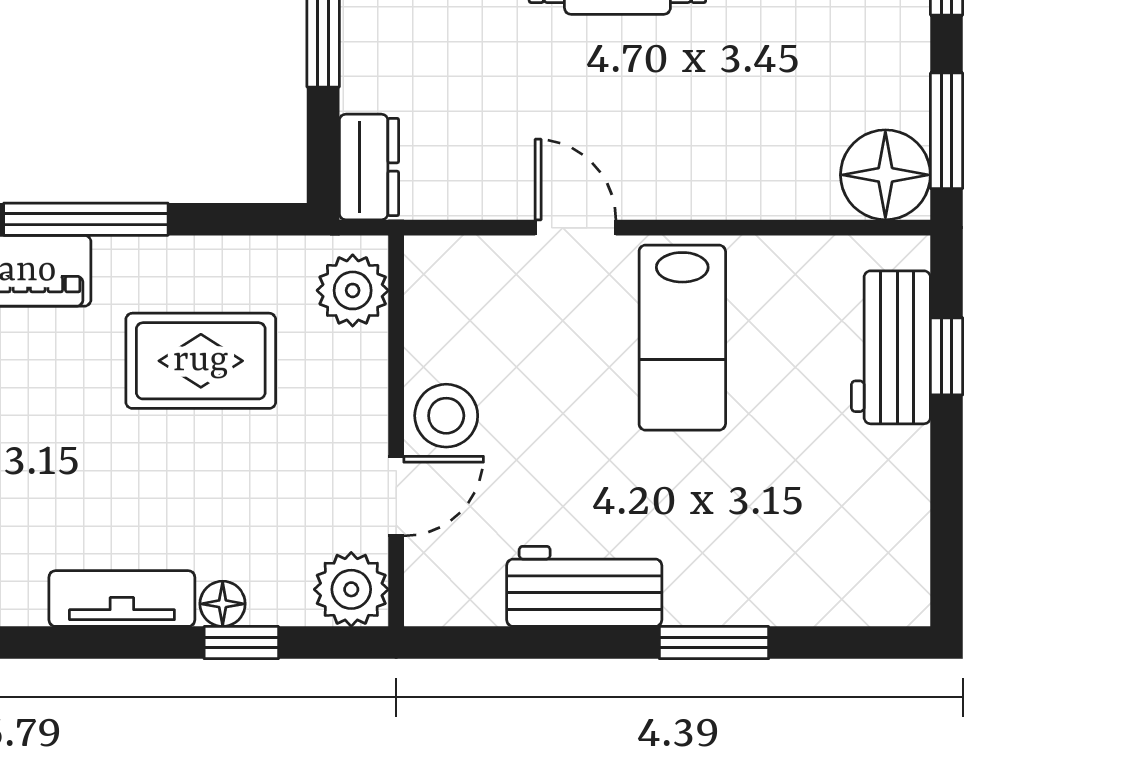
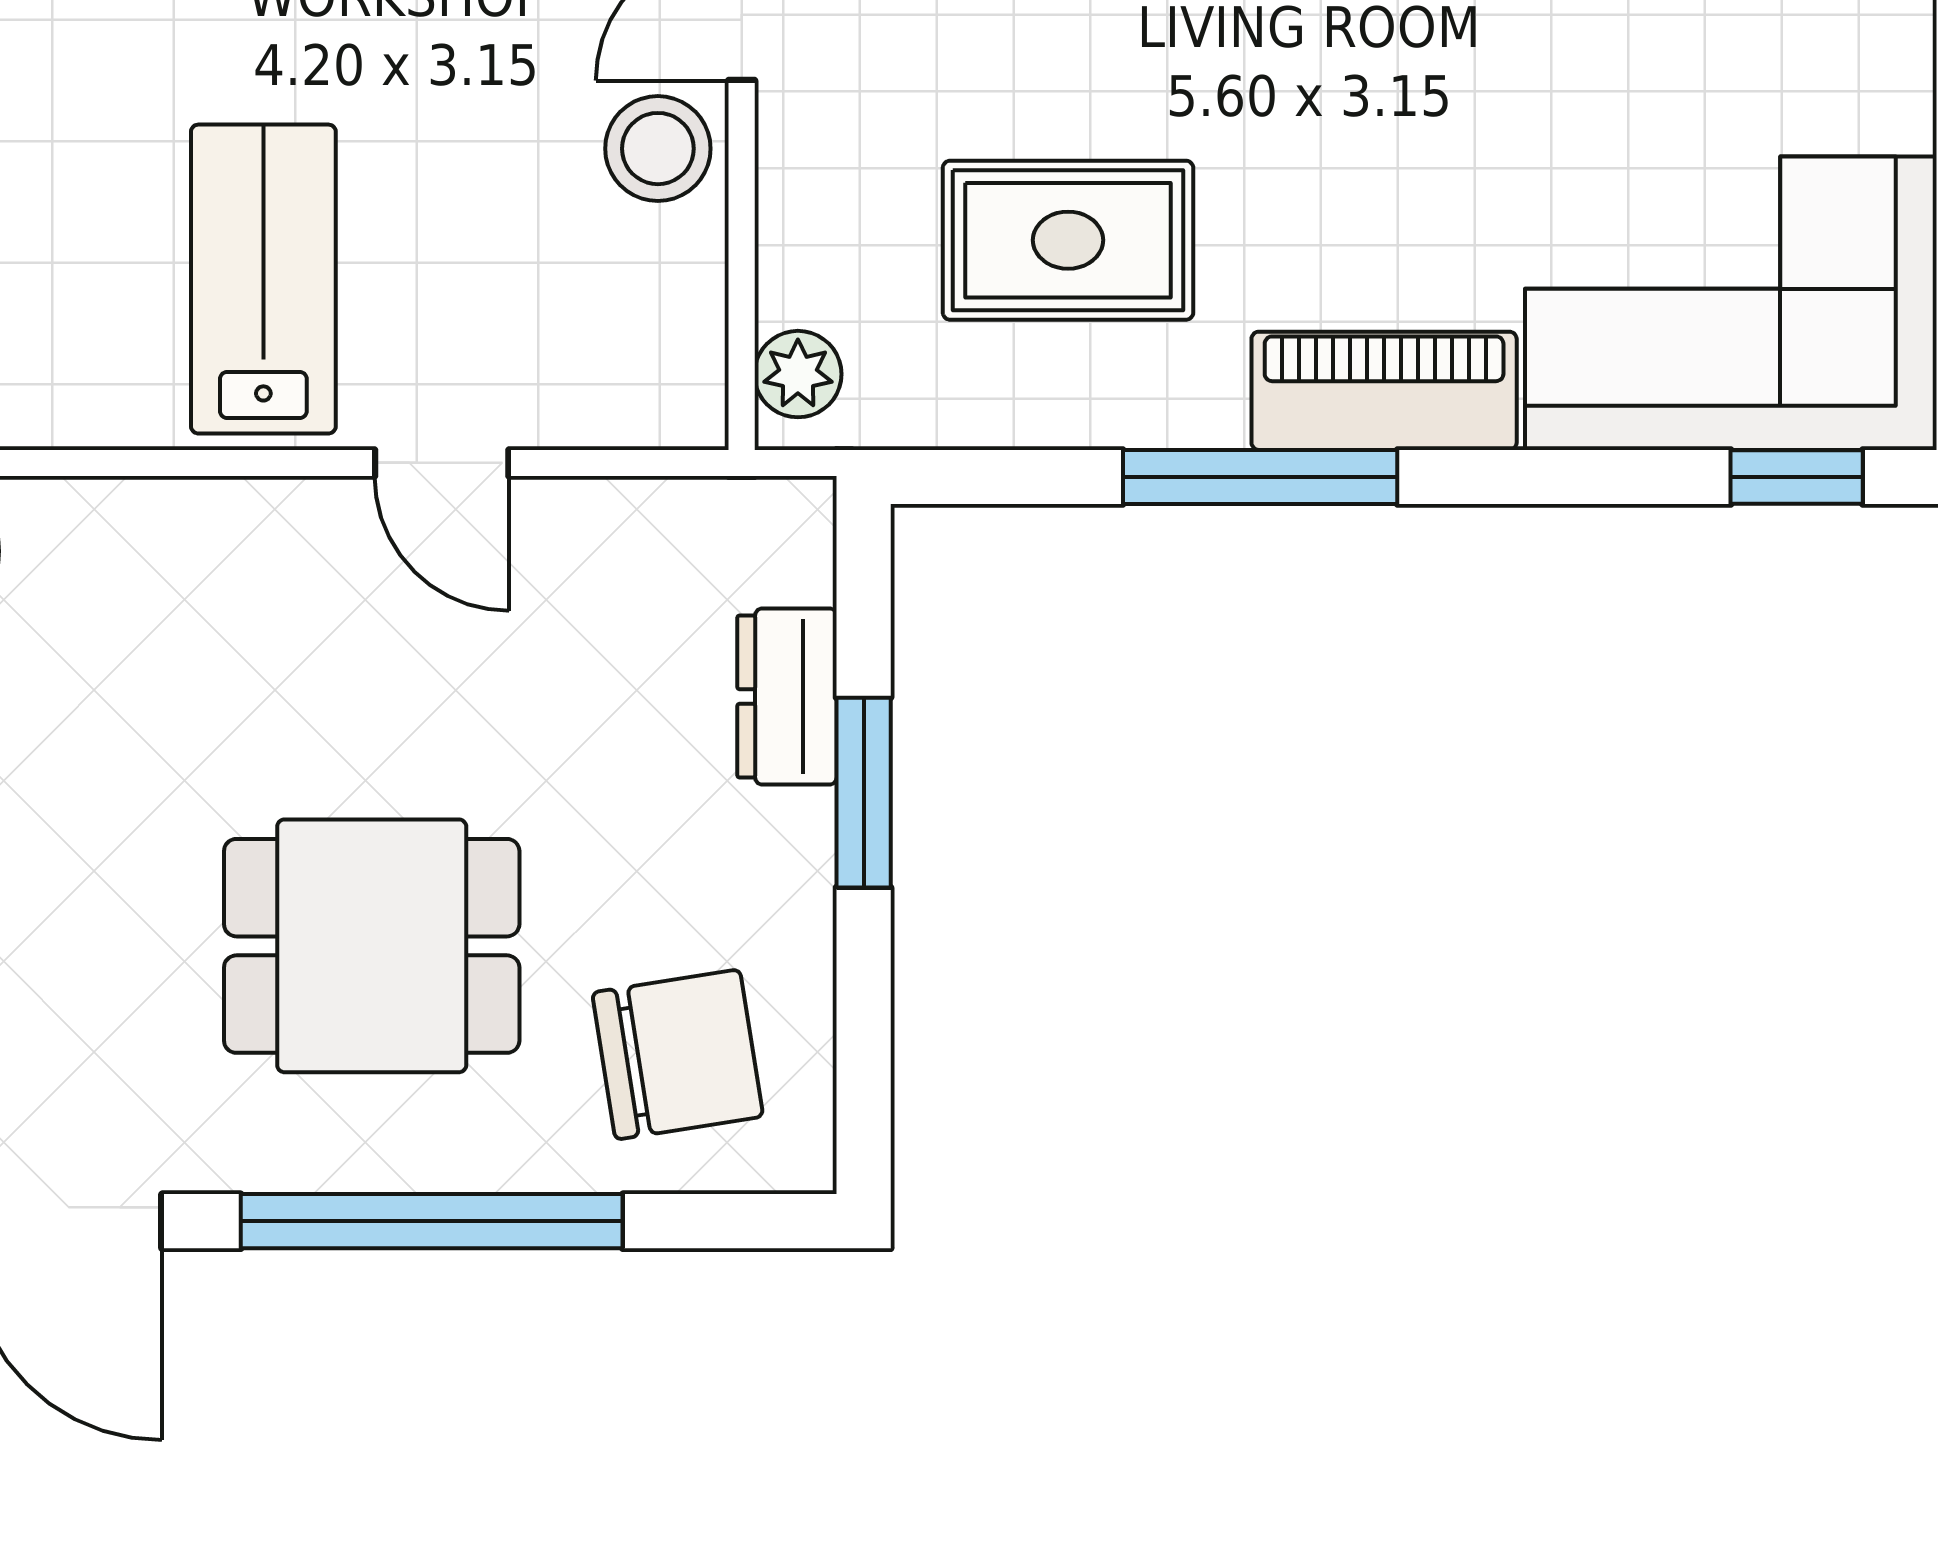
dresser: (369, 167) -> (787, 696), moved
plant: (353, 290) -> (798, 374), width x0.73, depth x0.73

